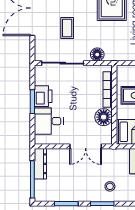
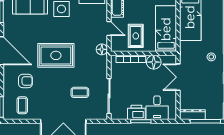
floor lamp: (97, 55) -> (102, 49), moved
double door: (86, 146) -> (178, 77), swing flipped

